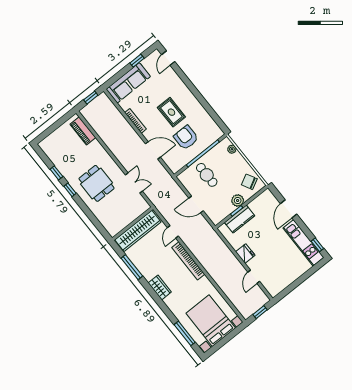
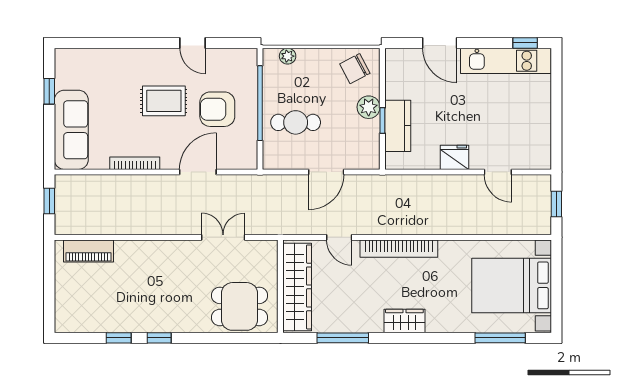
door: (168, 58) -> (193, 43), moved
dining table: (97, 183) -> (240, 306), moved

